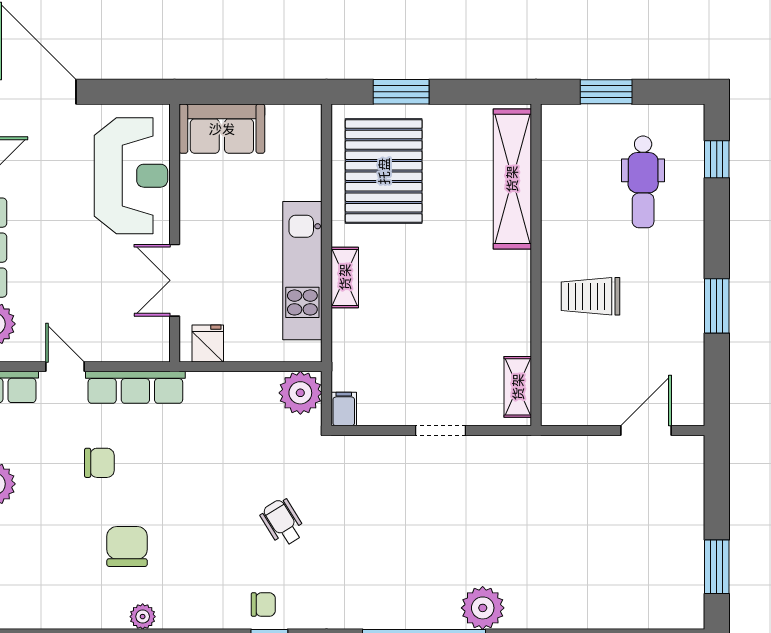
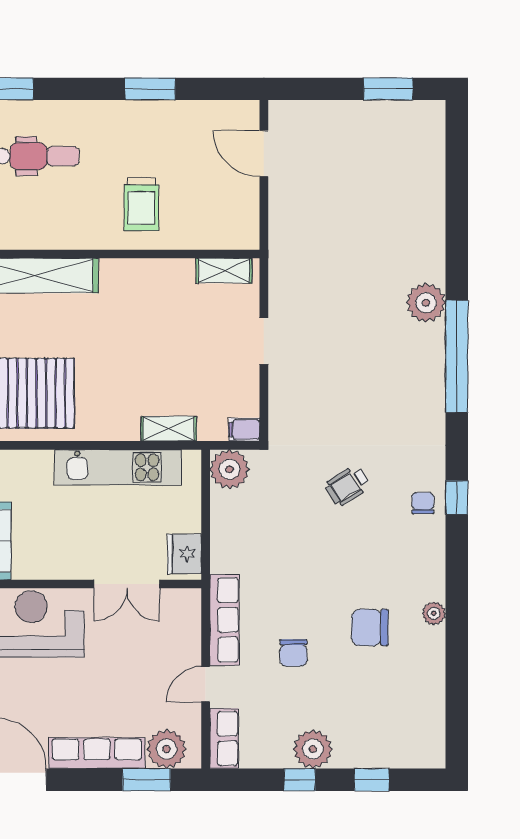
shelving: (345, 277) -> (169, 429), moved
fridge: (208, 343) -> (184, 554), width x1.38
chair: (99, 463) -> (293, 653), turned 180

